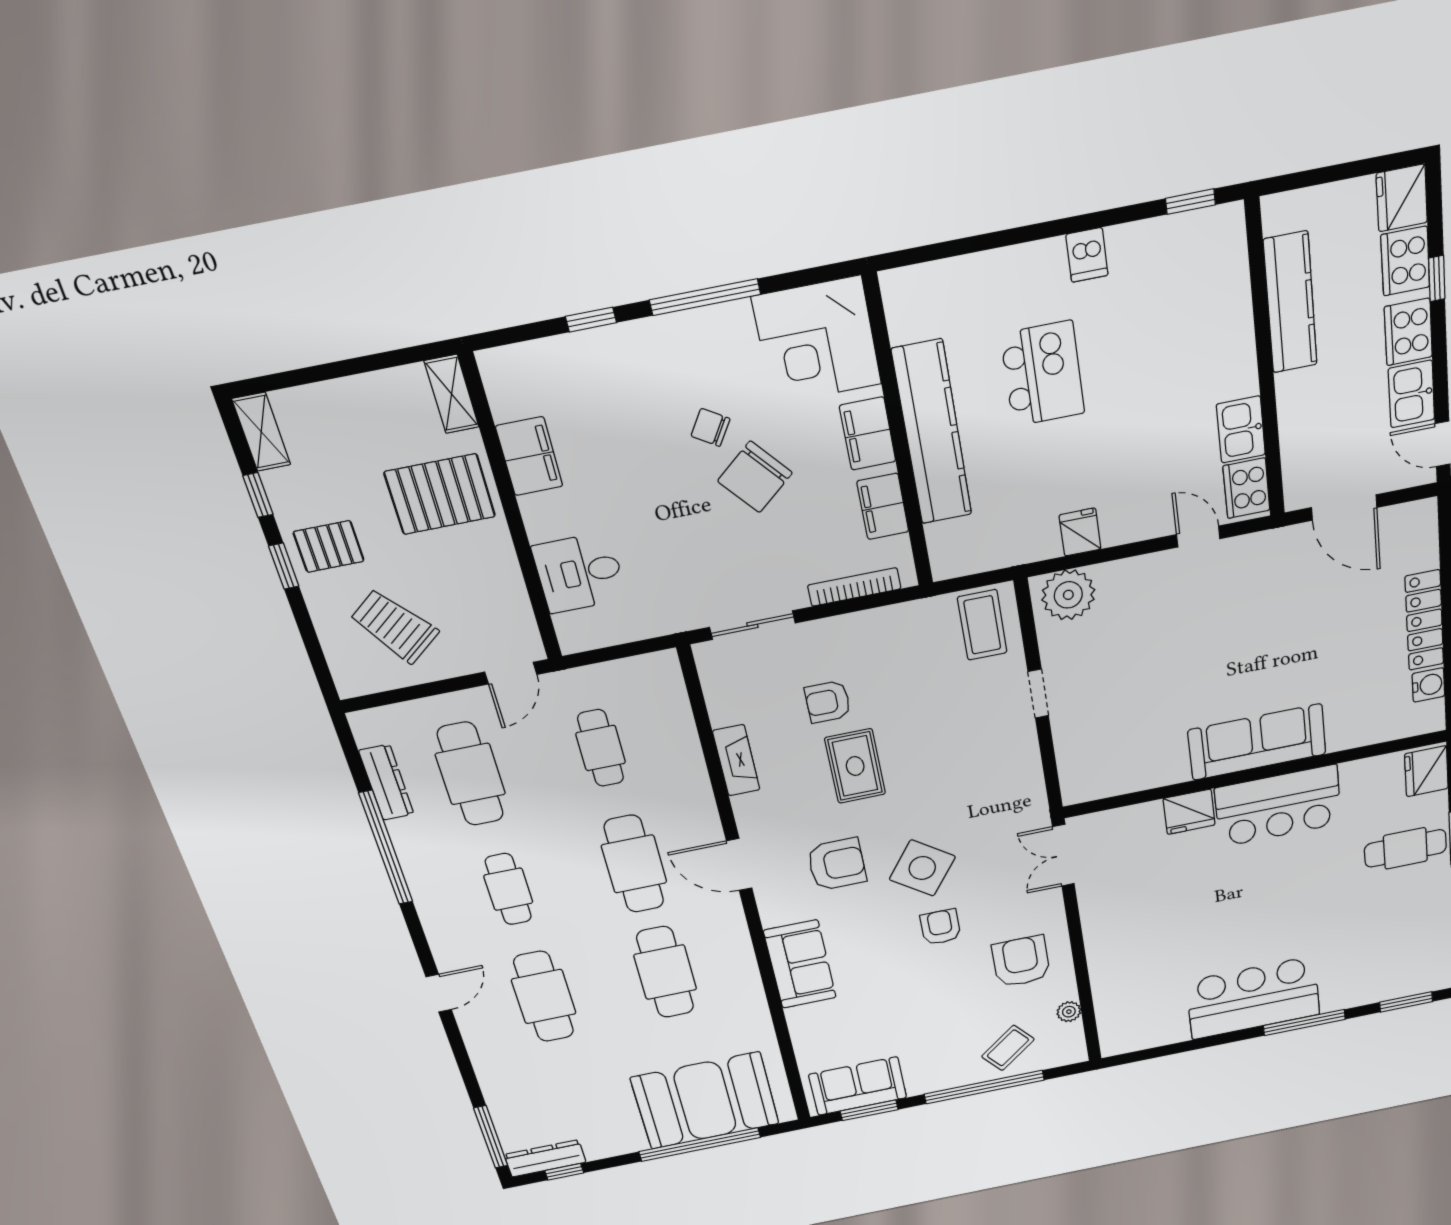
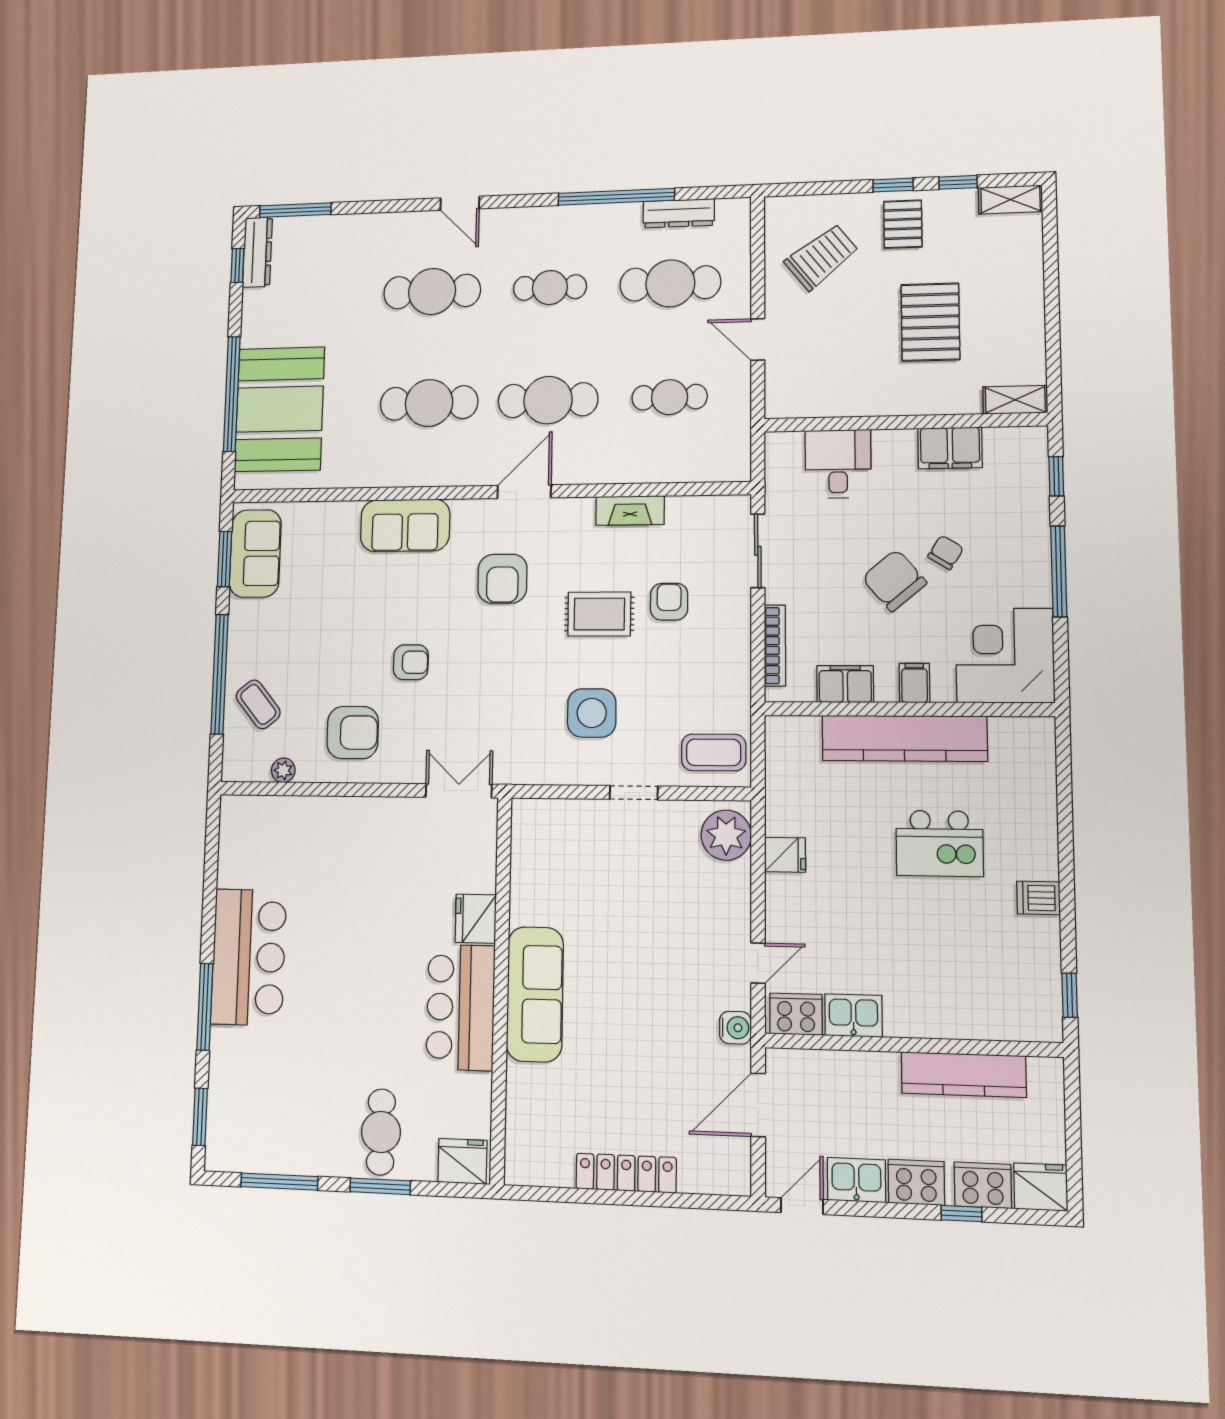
shelving: (452, 394) -> (1015, 400), moved
filing cabinet: (868, 434) -> (914, 683), width x0.50
filing cabinet: (529, 456) -> (950, 448), moved
wall: (512, 511) -> (904, 422), moved
desk: (579, 573) -> (838, 464), moved
water cooler: (1428, 685) -> (735, 1028), moved, turned -90
side table: (922, 868) -> (592, 713), moved, turned -36

